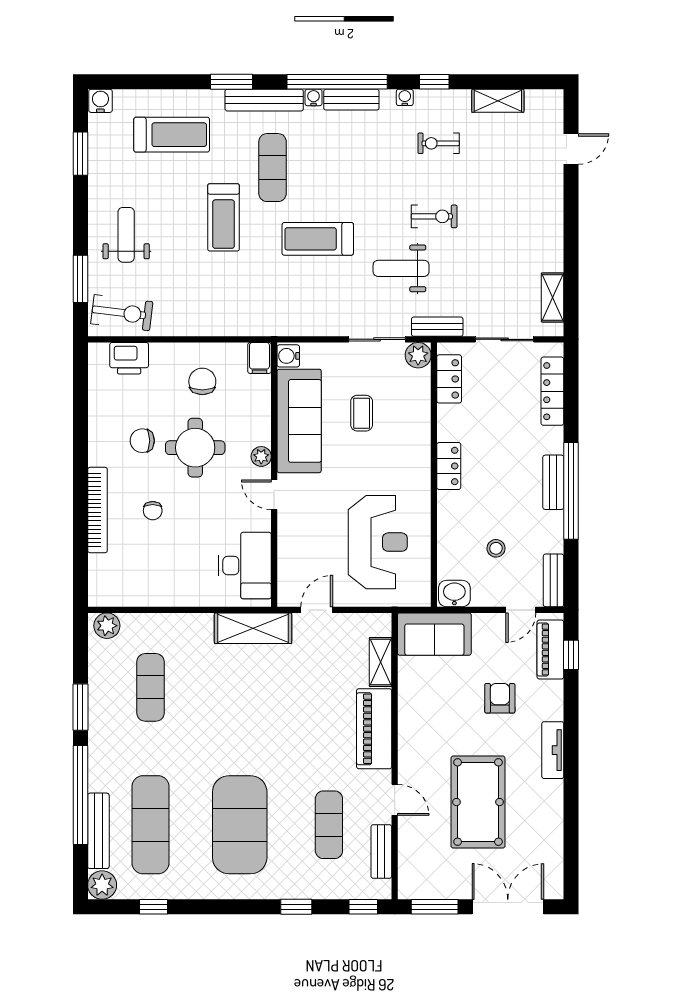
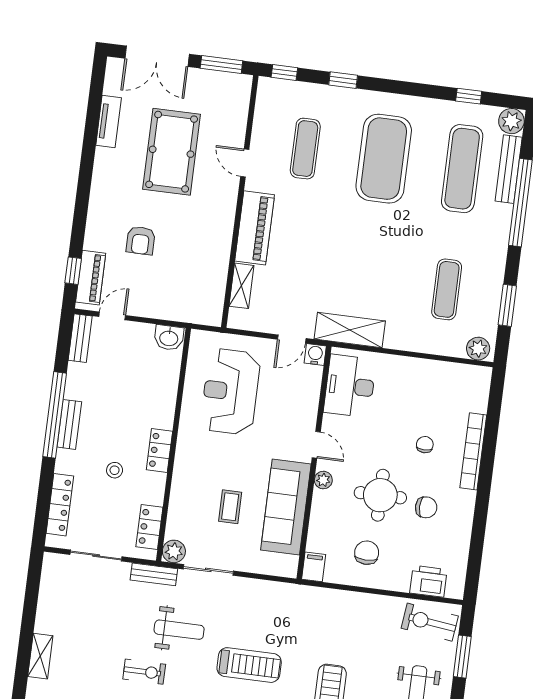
exercise bike: (434, 216) -> (144, 672), turned 180
shelving: (553, 298) -> (40, 656), moved
water cooler: (288, 356) -> (315, 355), moved, turned -90
chair: (202, 381) -> (367, 553), turned 180
stool: (496, 548) -> (115, 470), moved
sofa: (434, 634) -> (191, 304), removed
window: (80, 707) -> (507, 305), moved
tv unit: (553, 750) -> (109, 122), moved
bench: (381, 851) -> (262, 119), removed

